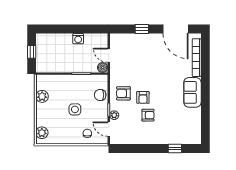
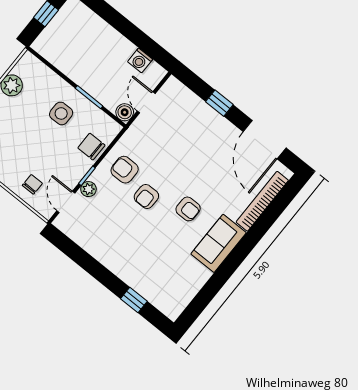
washing machine: (78, 39) -> (140, 60), moved
side table: (75, 109) -> (61, 113), moved
armchair: (148, 115) -> (188, 209), moved

